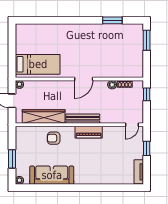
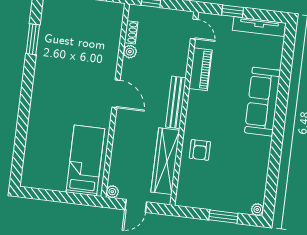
piano: (89, 132) -> (201, 69), moved
tv unit: (139, 172) -> (259, 27), width x1.41
sofa: (52, 175) -> (263, 102), moved

